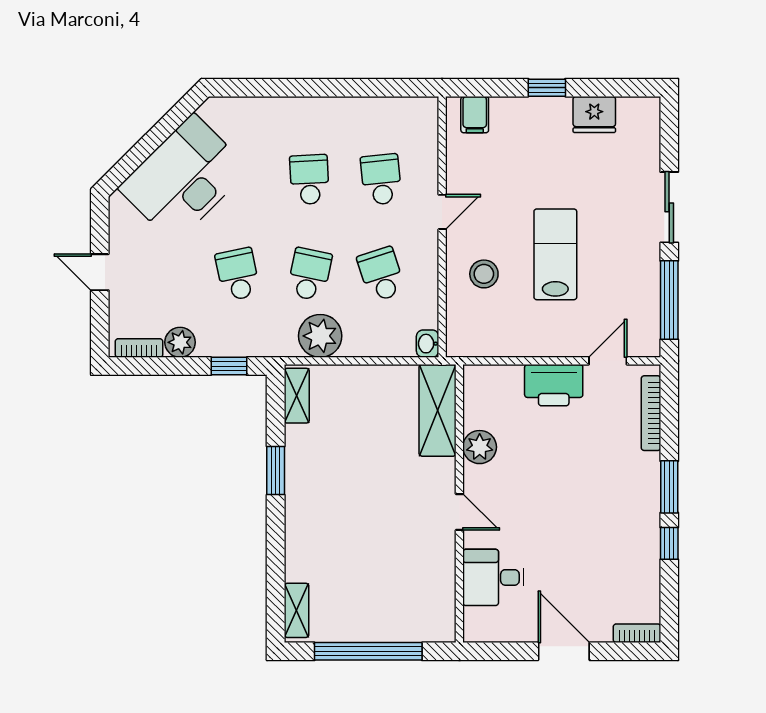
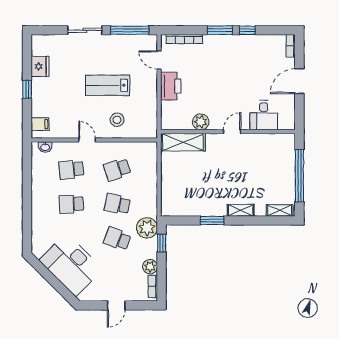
school desk: (238, 274) -> (117, 239), turned 33
plant: (320, 336) -> (147, 228), moved
washbasin: (428, 344) -> (45, 147), moved
shelving: (297, 396) -> (241, 210), moved

